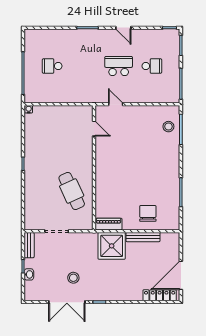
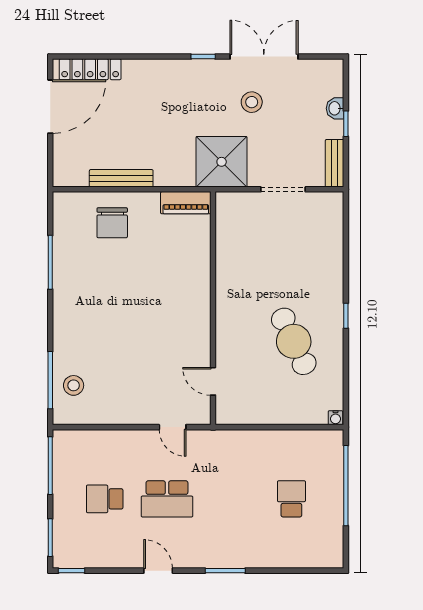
school desk: (52, 66) -> (291, 499), turned -90
cafe table: (72, 191) -> (294, 341), moved
shower: (112, 246) -> (222, 162), moved

